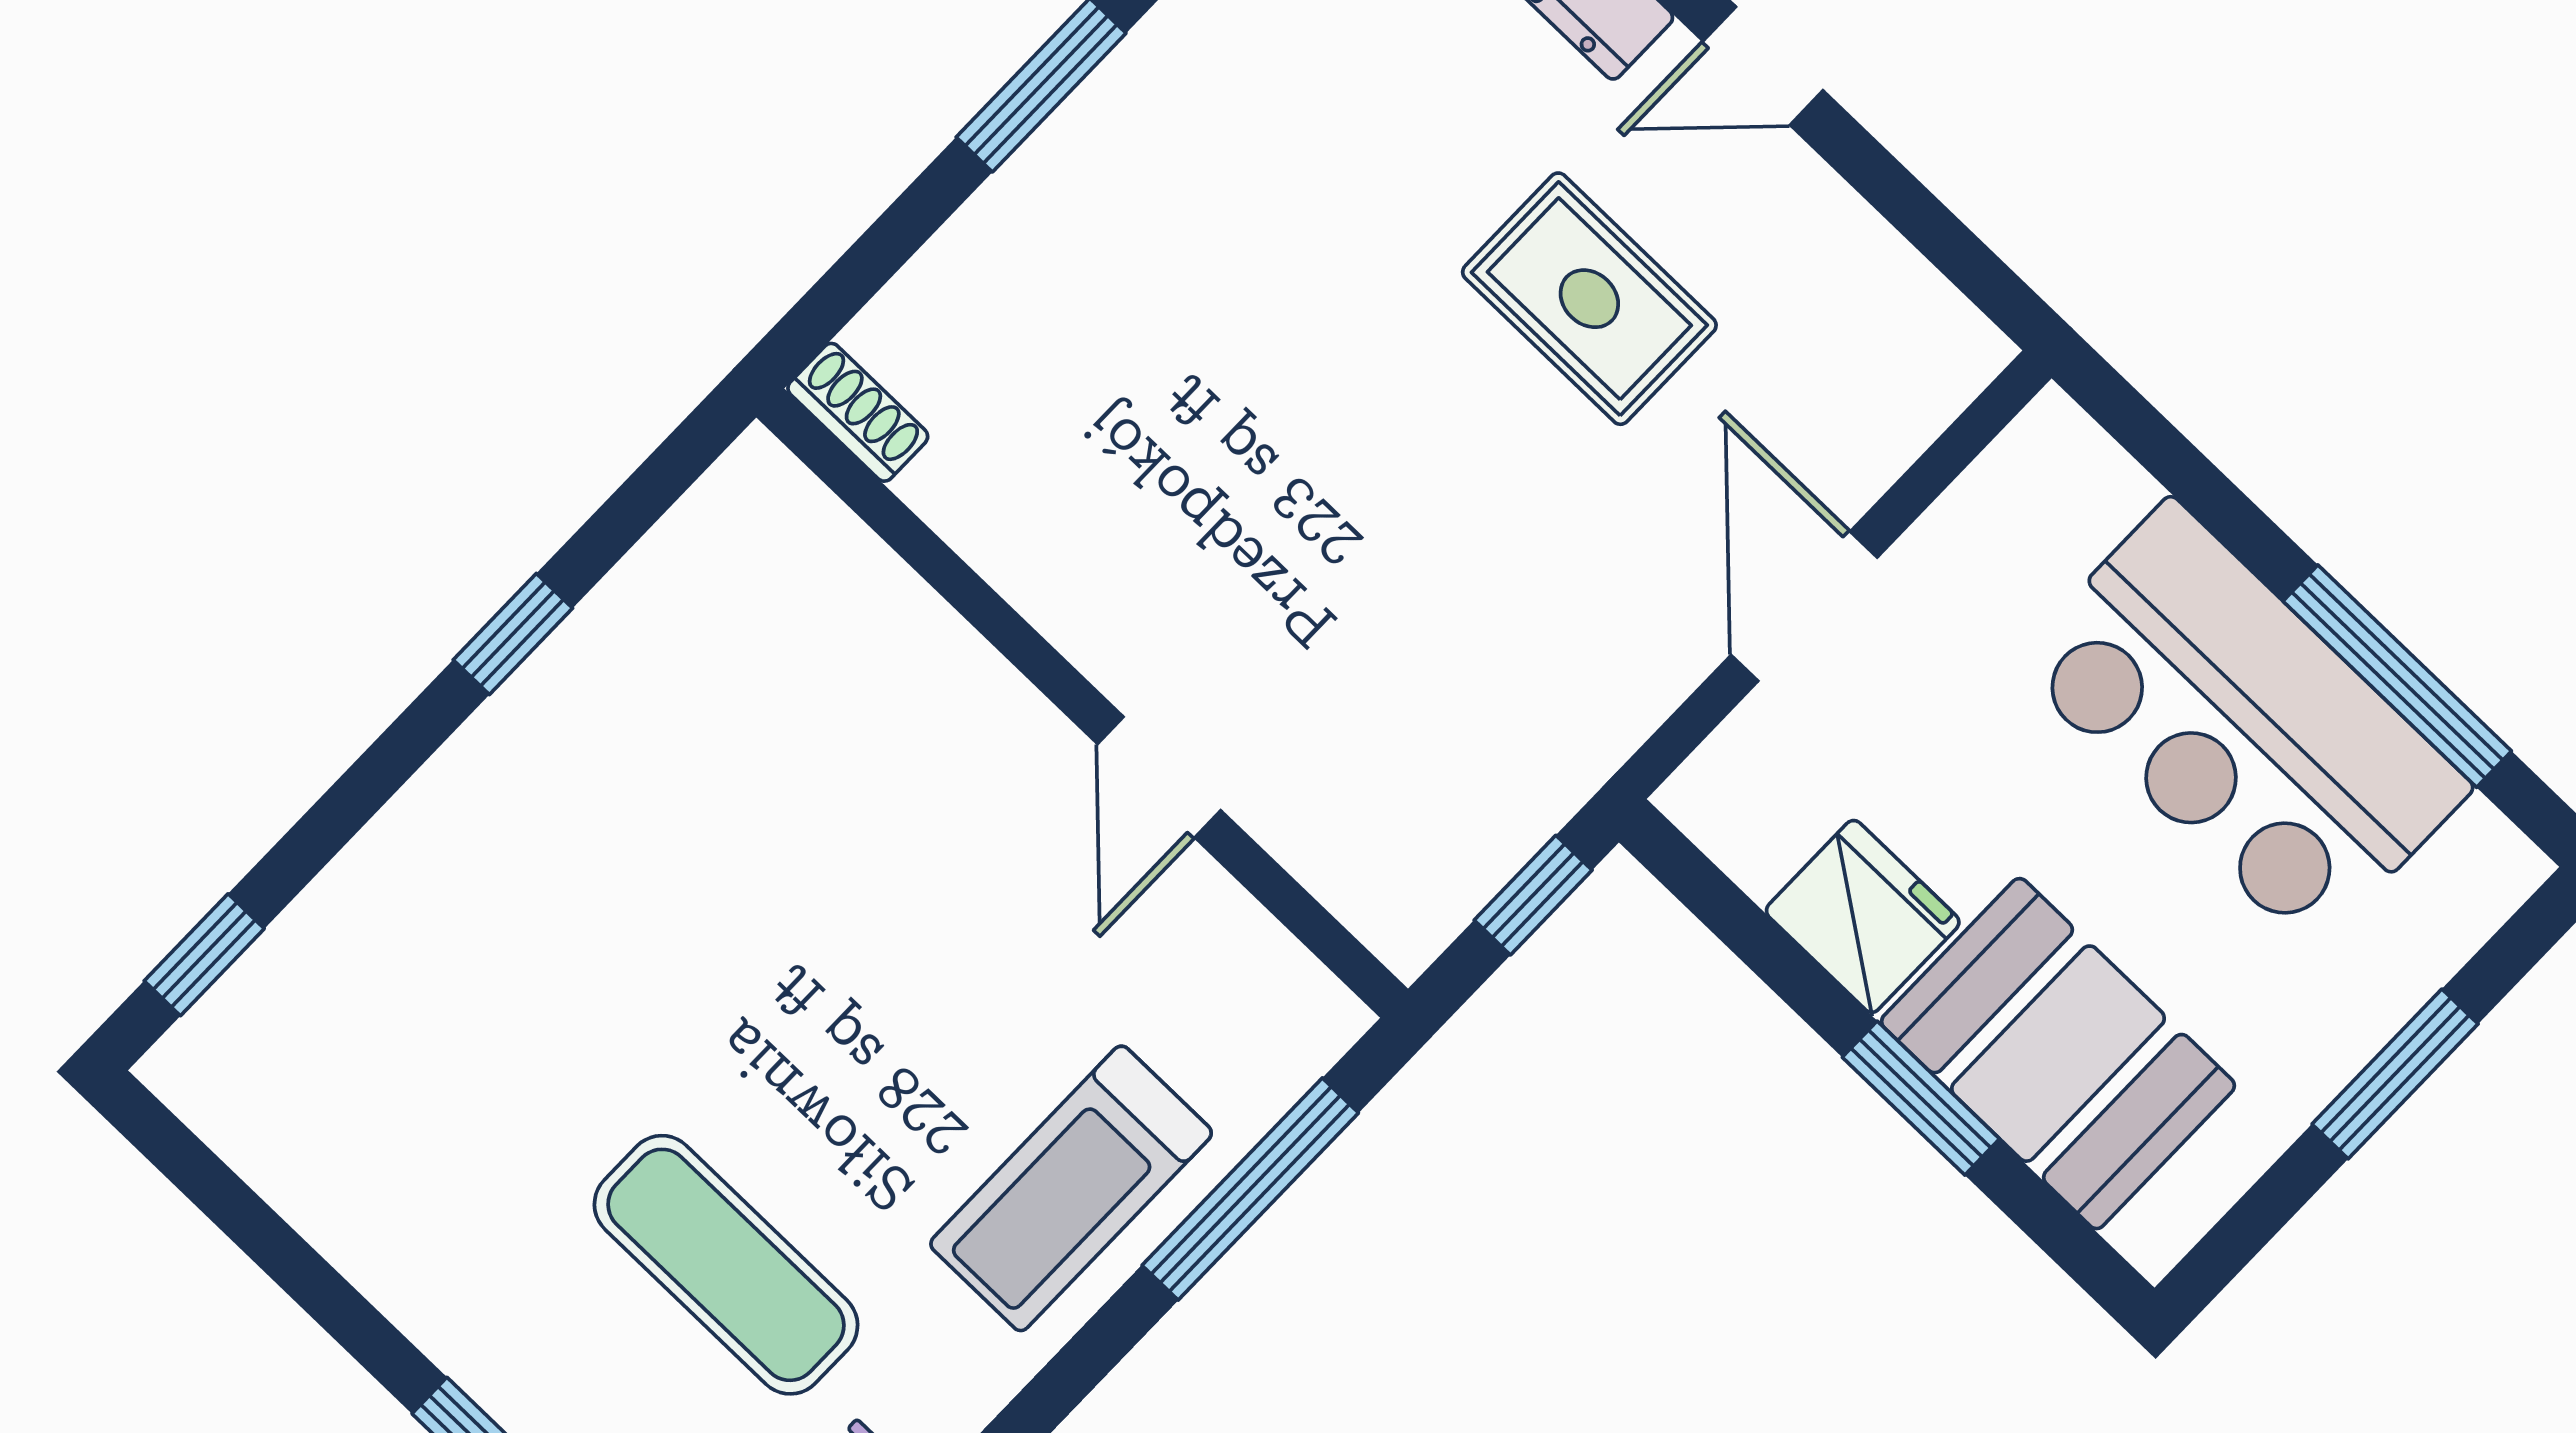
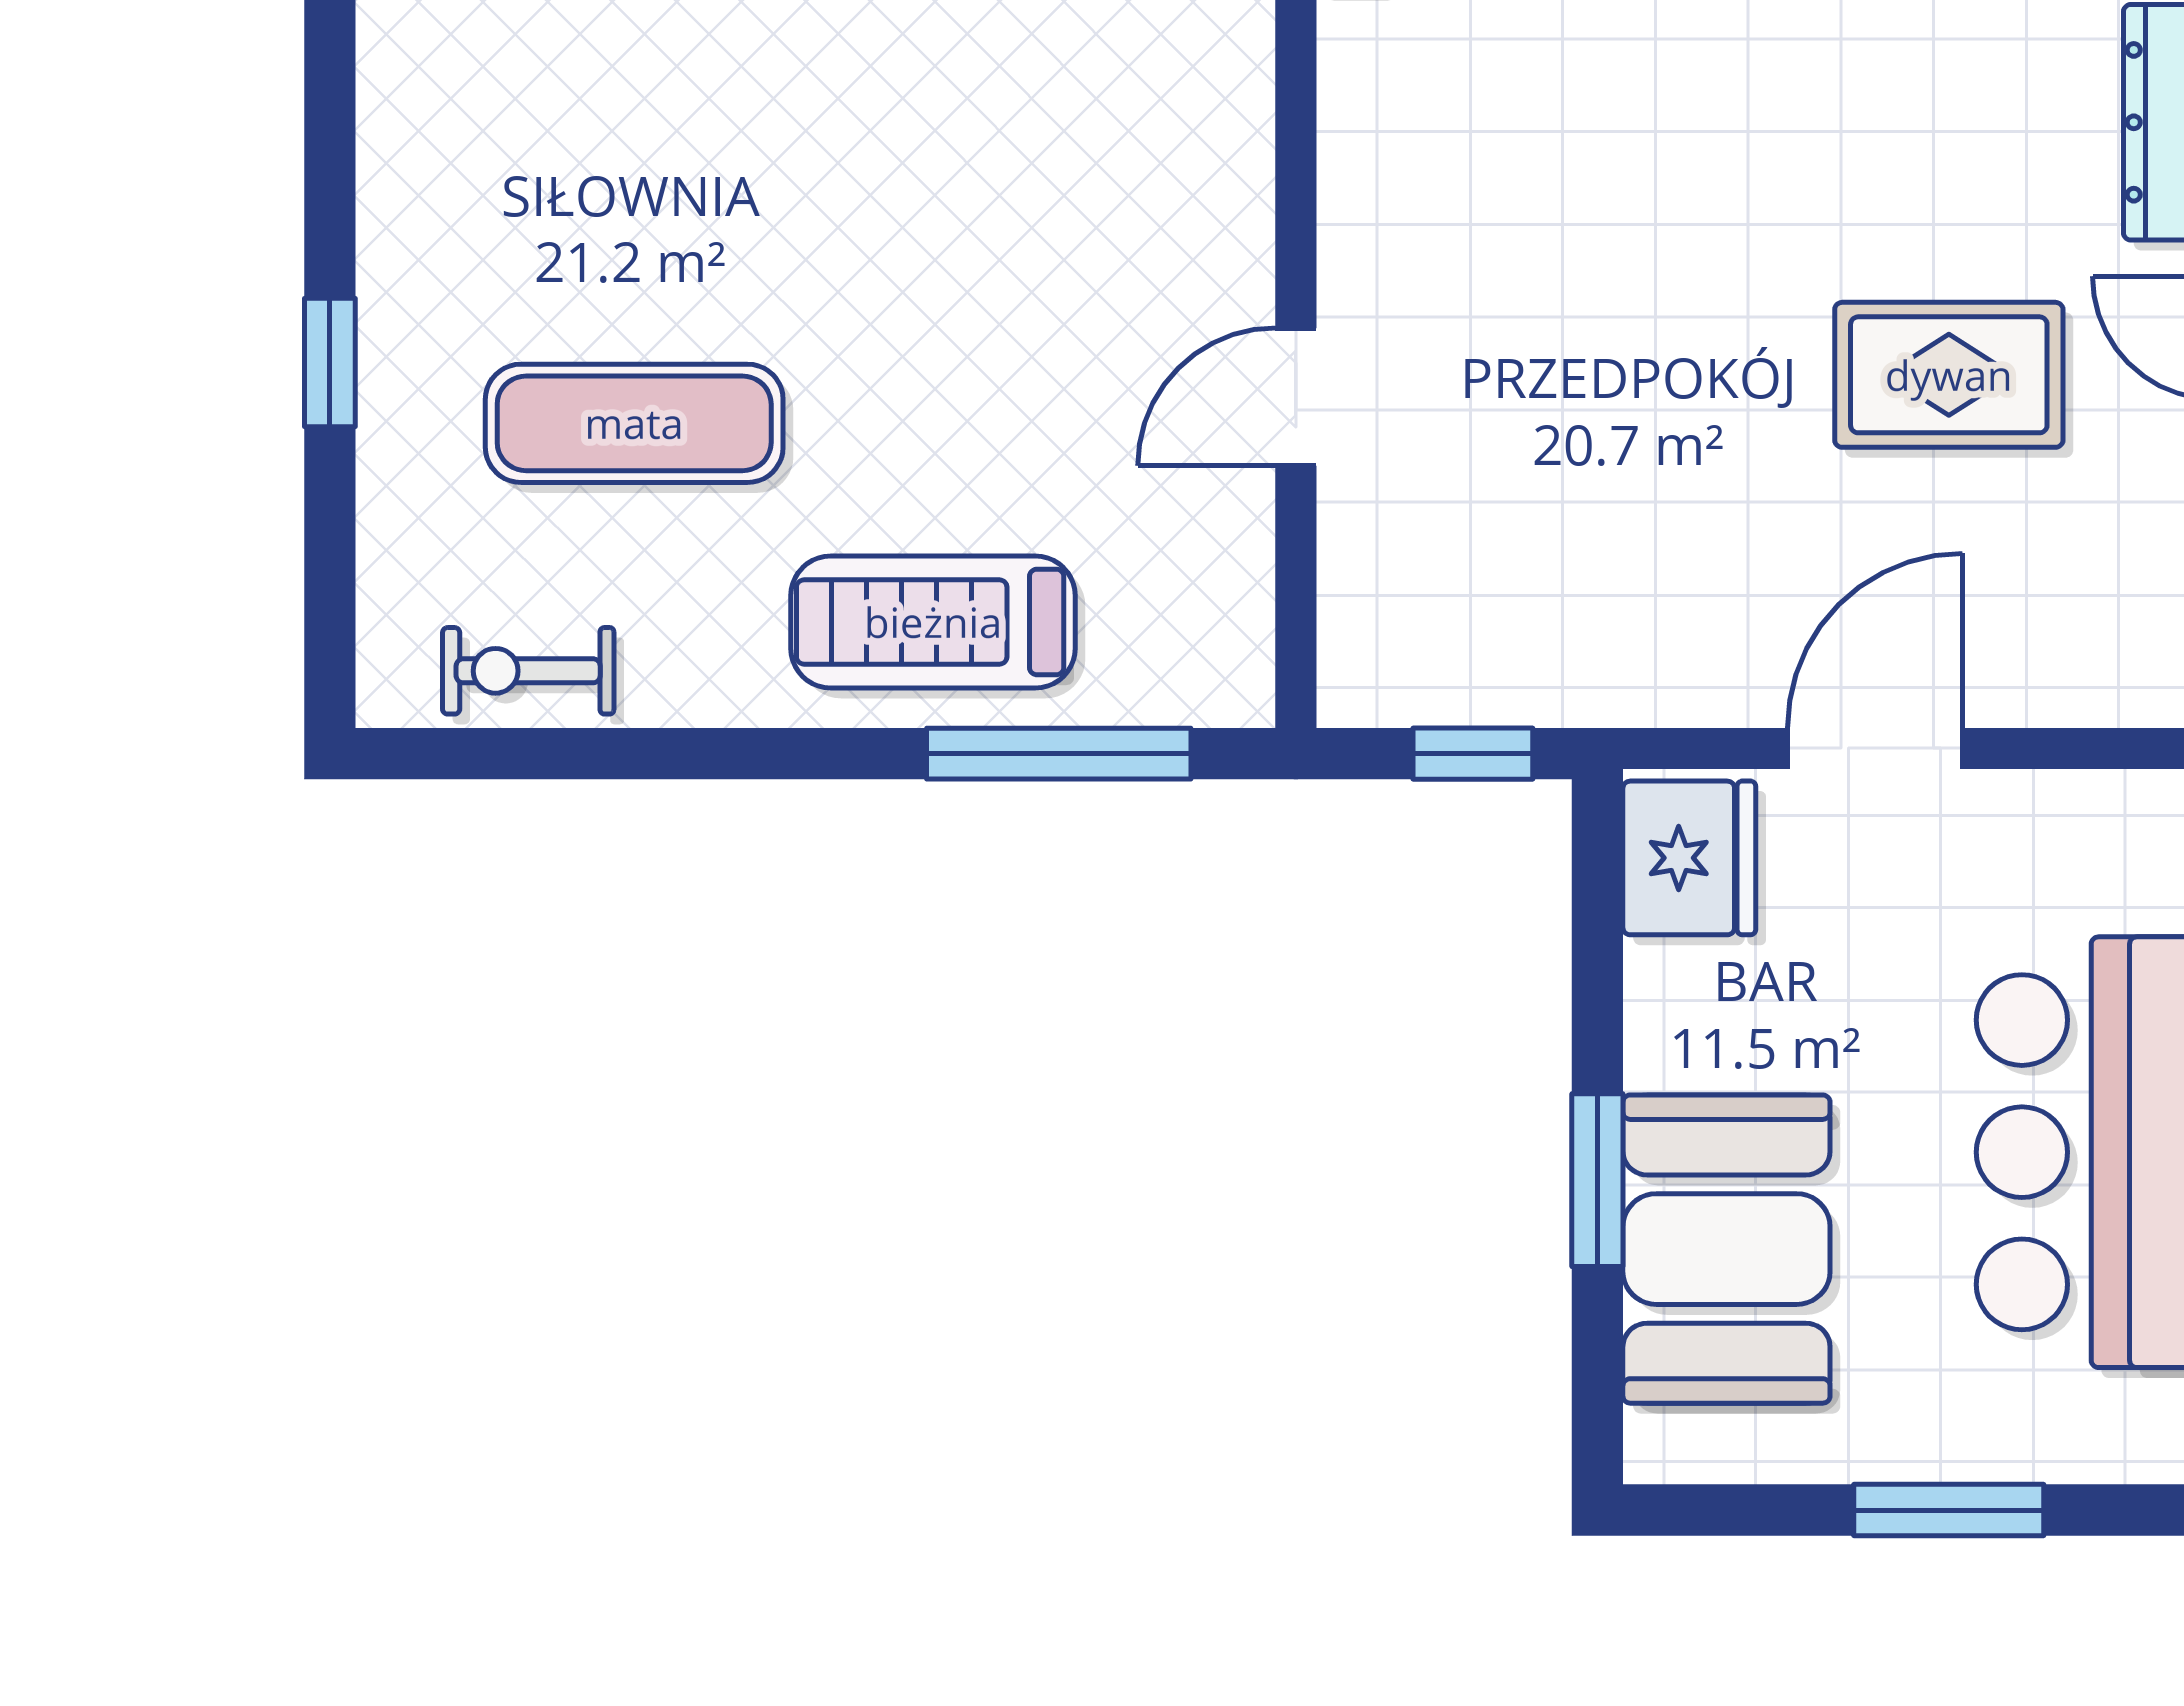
rug: (1589, 299) -> (1949, 375), turned 90
fridge: (1863, 916) -> (1689, 858), moved
exercise mat: (726, 1265) -> (634, 423), turned 90

